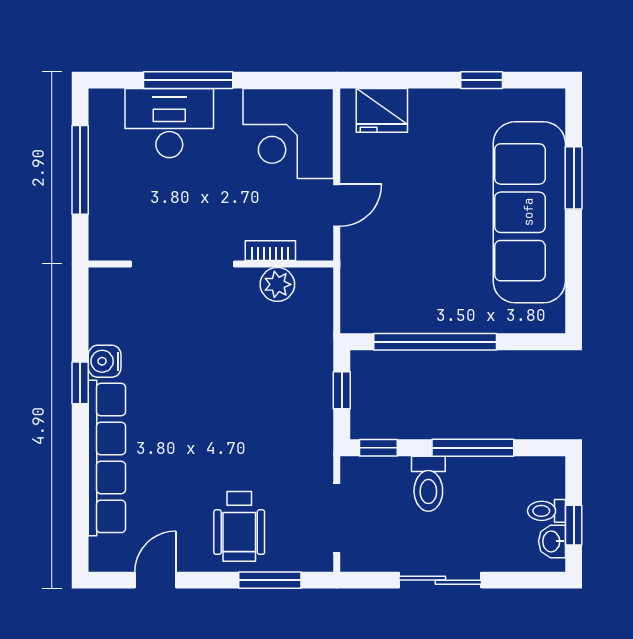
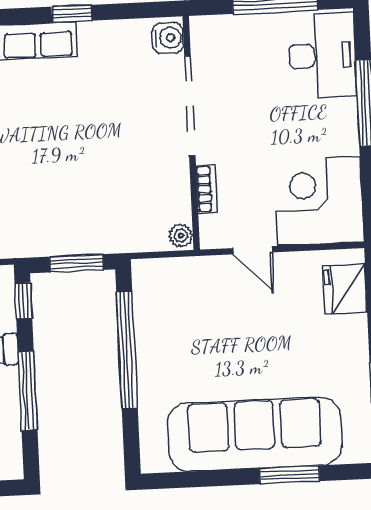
desk: (169, 123) -> (322, 55), moved
plant: (277, 284) -> (181, 236), moved, width x0.73, depth x0.73
water cooler: (105, 361) -> (168, 38), moved, turned 90
window: (342, 390) -> (77, 263), width x1.50

